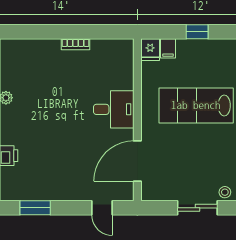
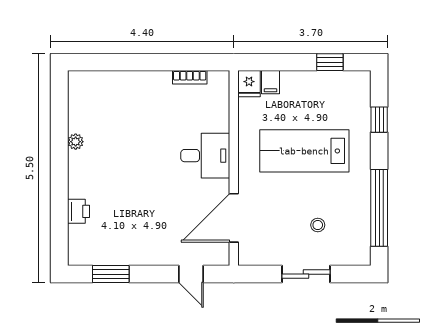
window: (197, 32) -> (330, 62), moved
bookcase: (76, 44) -> (190, 77), moved
stool: (225, 192) -> (318, 225), moved

